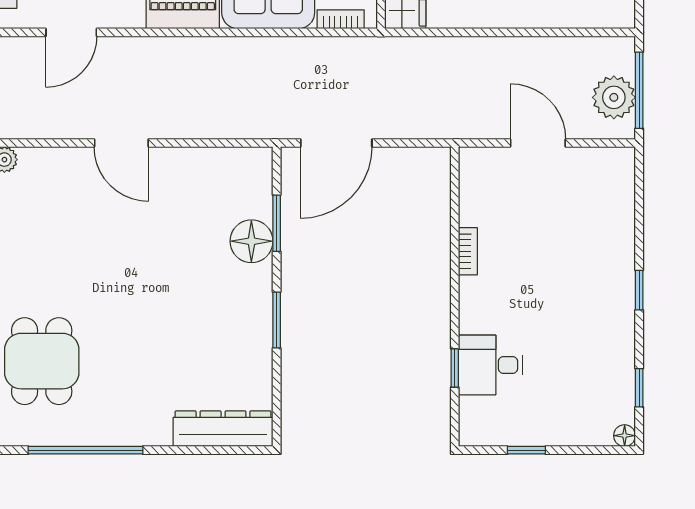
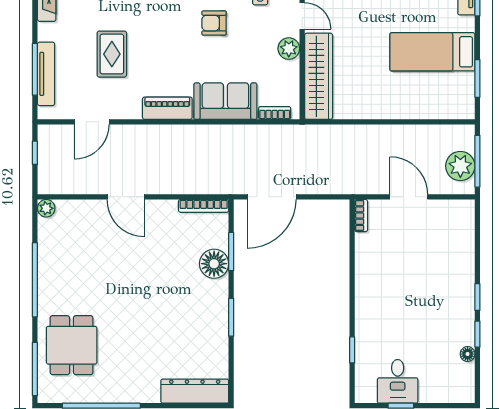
bookcase: (236, 156) -> (204, 206), added
bookcase: (468, 251) -> (361, 216), moved
desk: (491, 365) -> (398, 381), moved, turned -90
window: (639, 388) -> (477, 334), moved
floor lamp: (625, 436) -> (468, 354), moved

